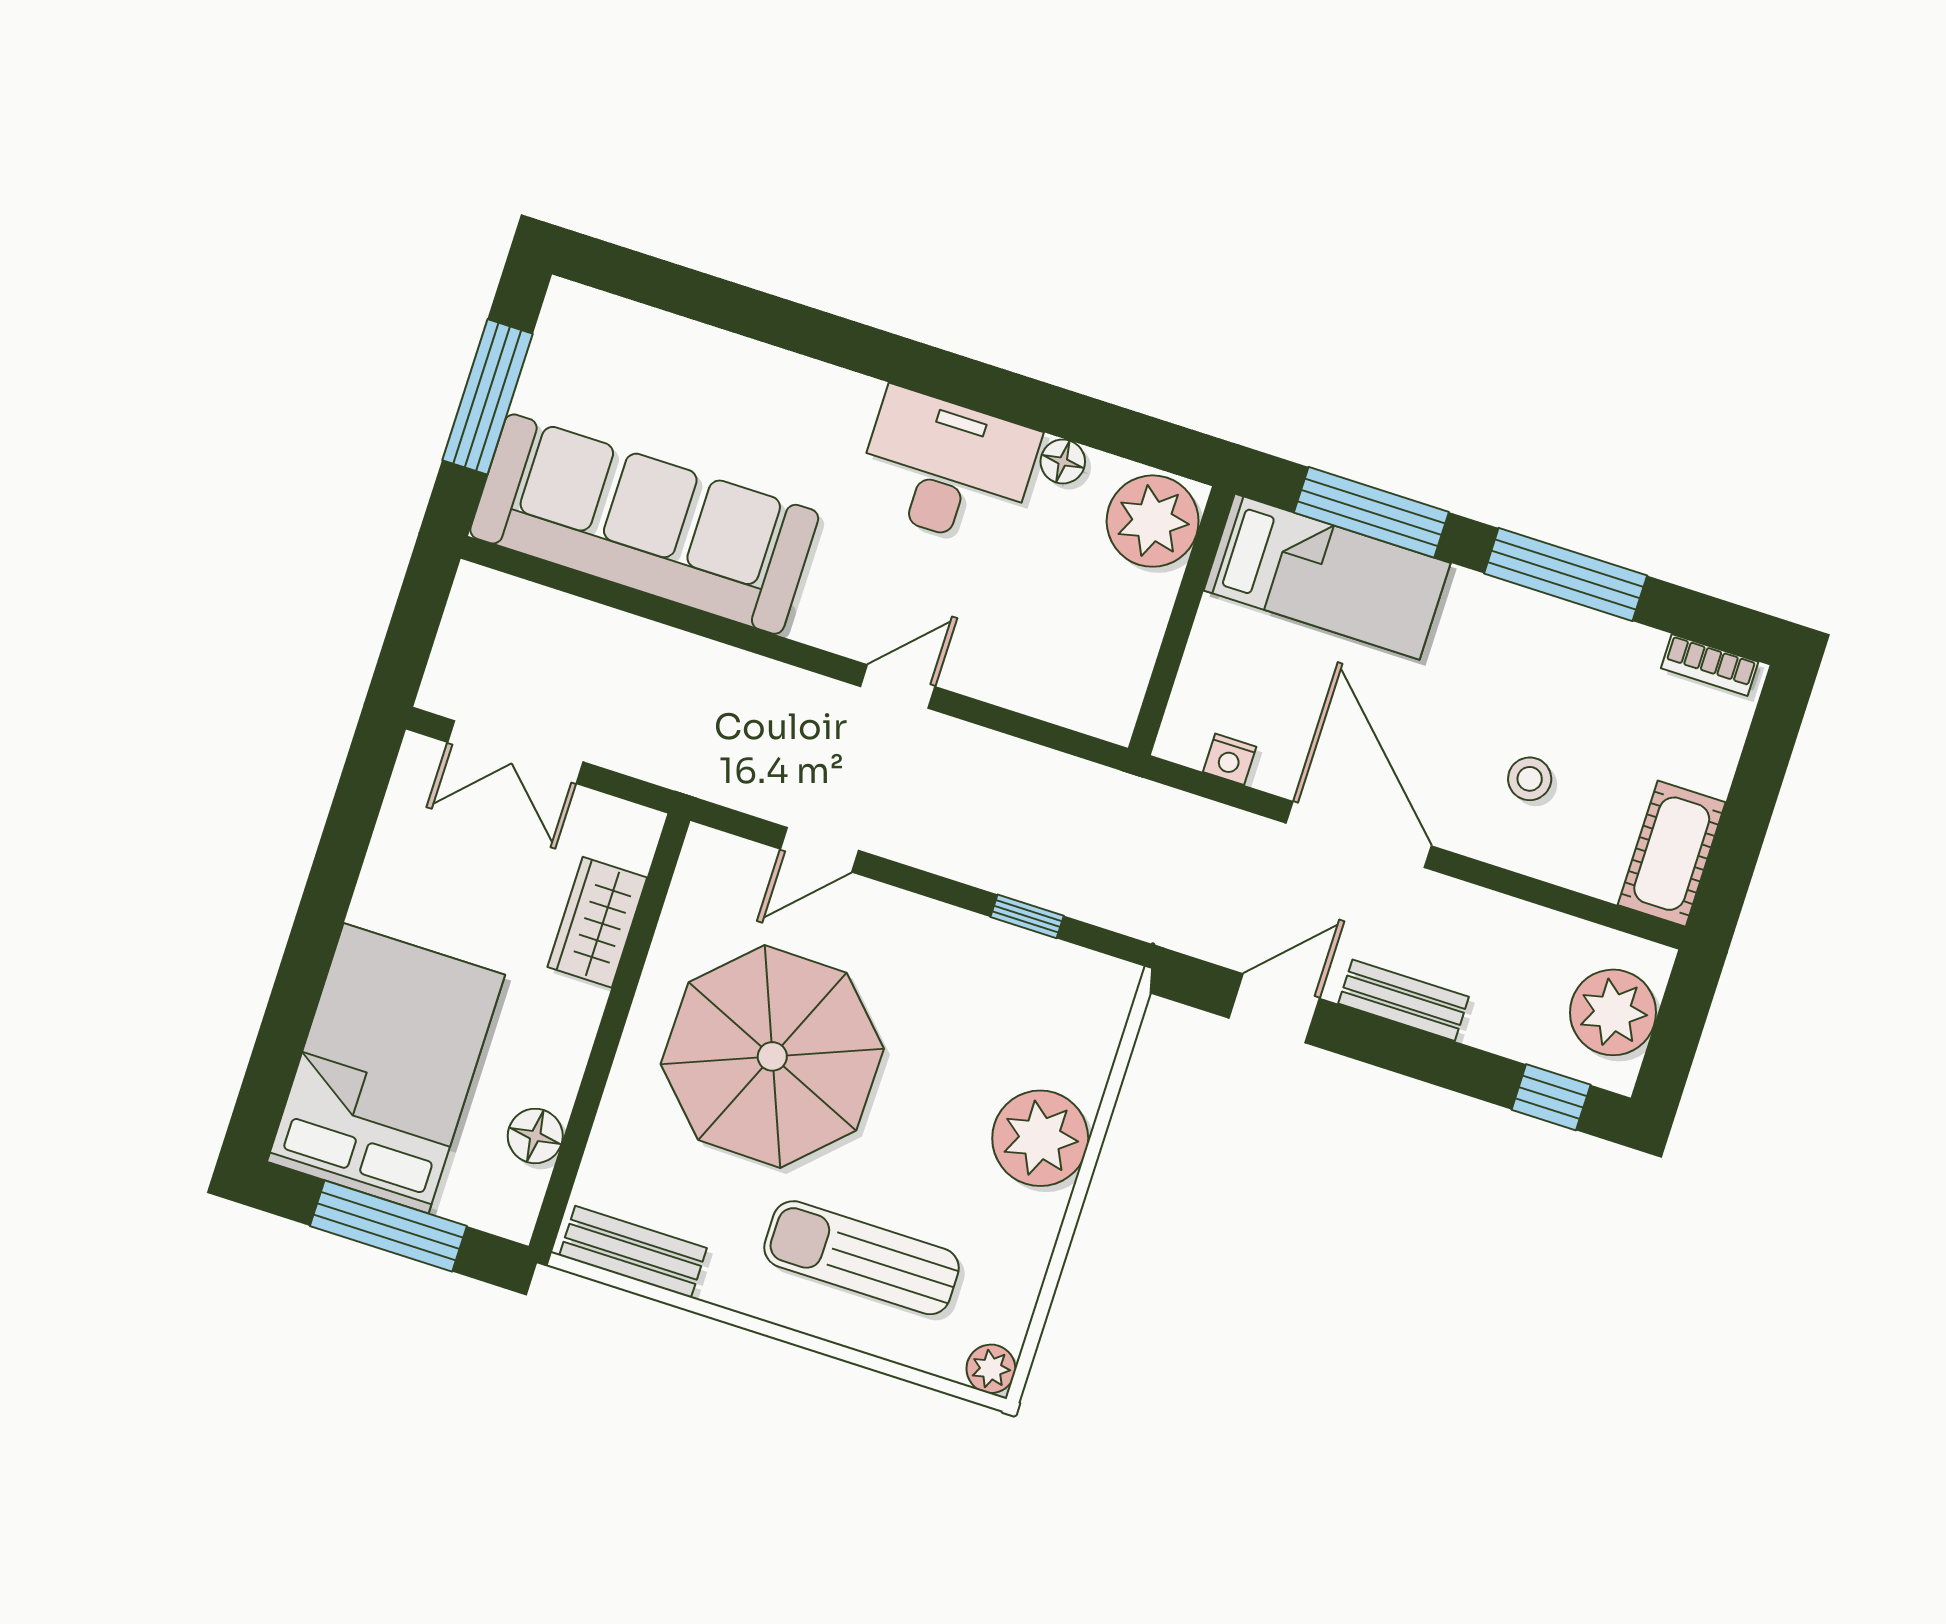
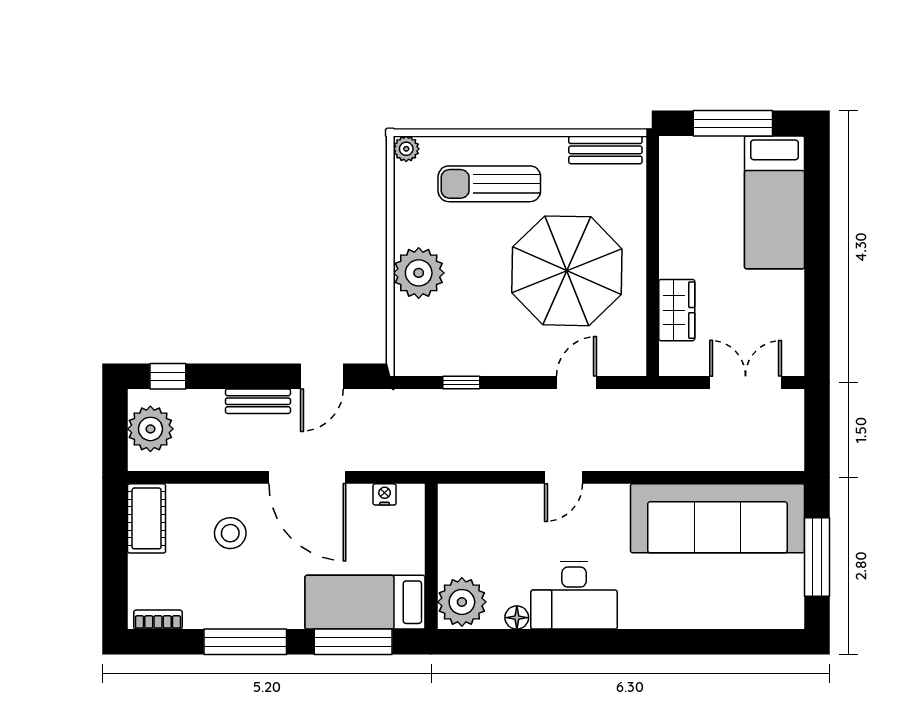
stool: (1530, 779) -> (230, 533), width x1.37, depth x1.37
bed: (386, 1068) -> (775, 202), width x0.67
floor lamp: (535, 1136) -> (673, 192), removed
sun lounger: (862, 1258) -> (489, 184), turned 180

